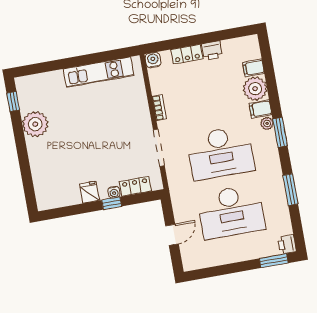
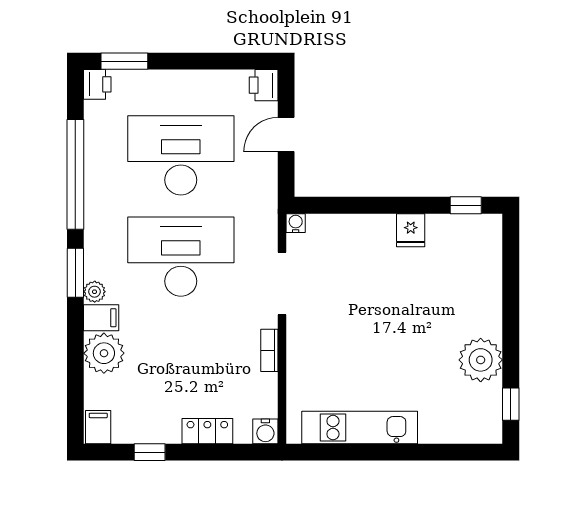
window: (218, 36) -> (150, 452), added
printer: (212, 51) -> (264, 85), moved, turned -90
filing cabinet: (253, 68) -> (98, 427), moved, turned -90
locker: (135, 186) -> (333, 226), removed
window: (290, 190) -> (75, 174), width x2.11
water cooler: (114, 192) -> (296, 223), moved
window: (112, 203) -> (466, 205), moved

